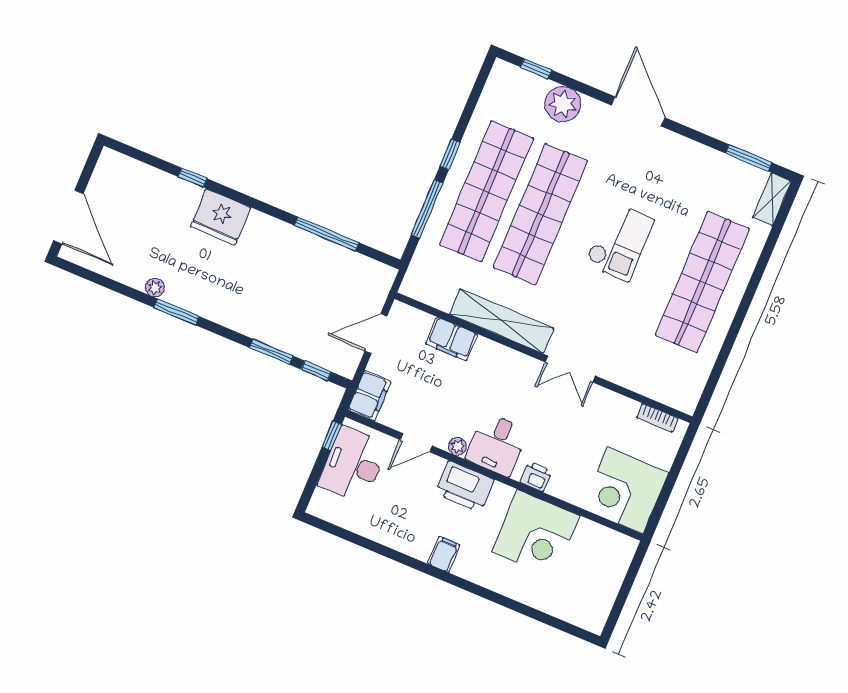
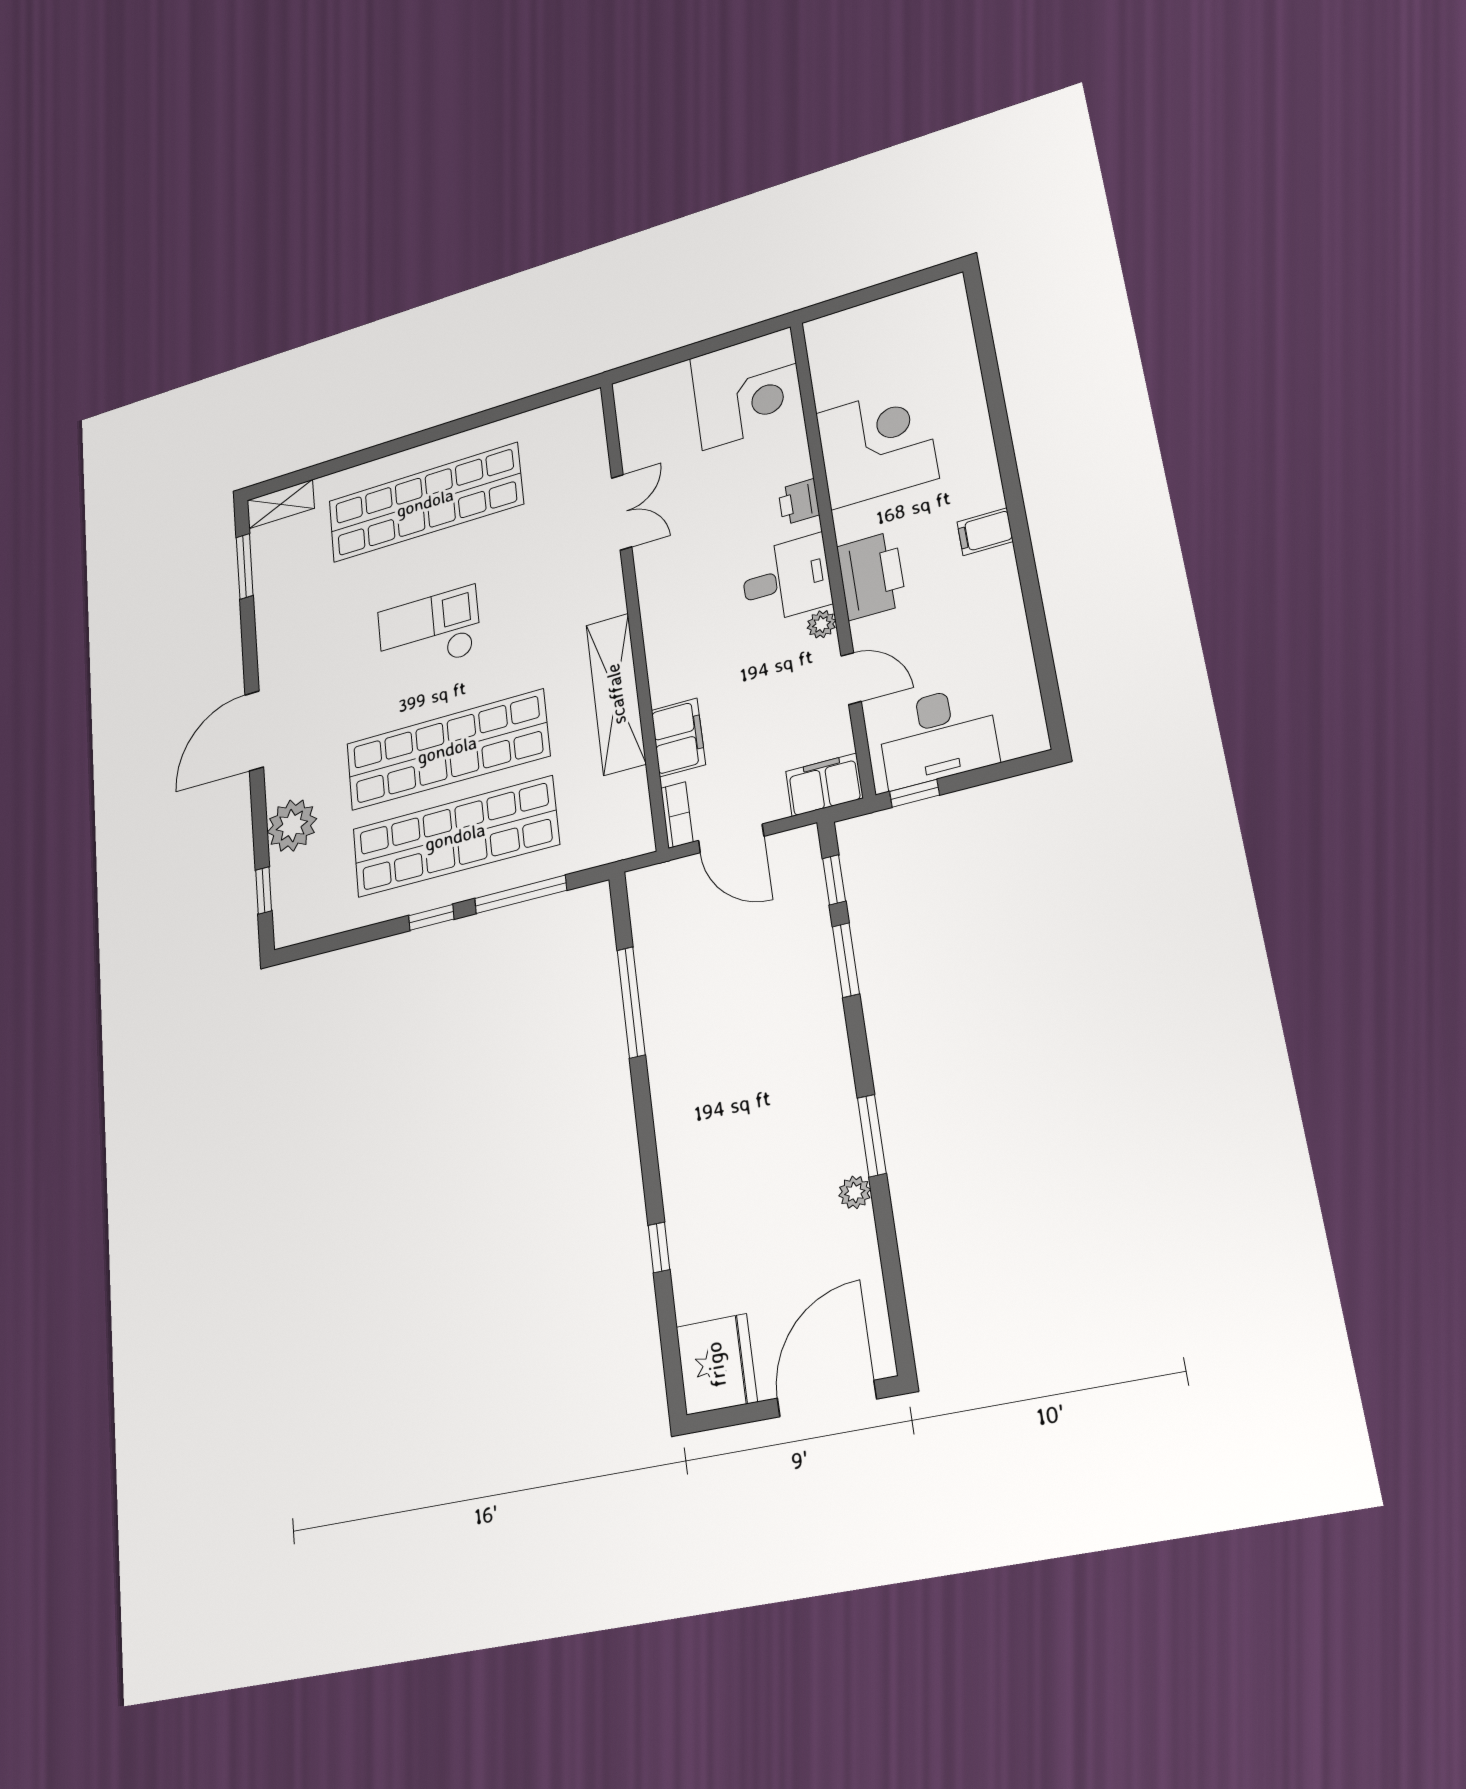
fridge: (221, 217) -> (716, 1364), moved
double door: (570, 369) -> (622, 512), moved
bookcase: (657, 418) -> (677, 815), moved

